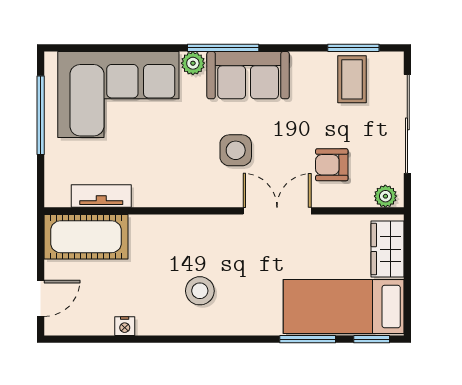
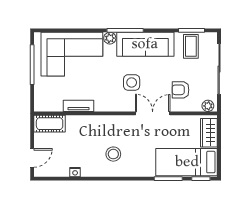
sofa: (248, 75) -> (145, 44), width x1.36
tv unit: (101, 196) -> (78, 106), moved
cot: (86, 237) -> (50, 124), width x0.73, depth x0.75

